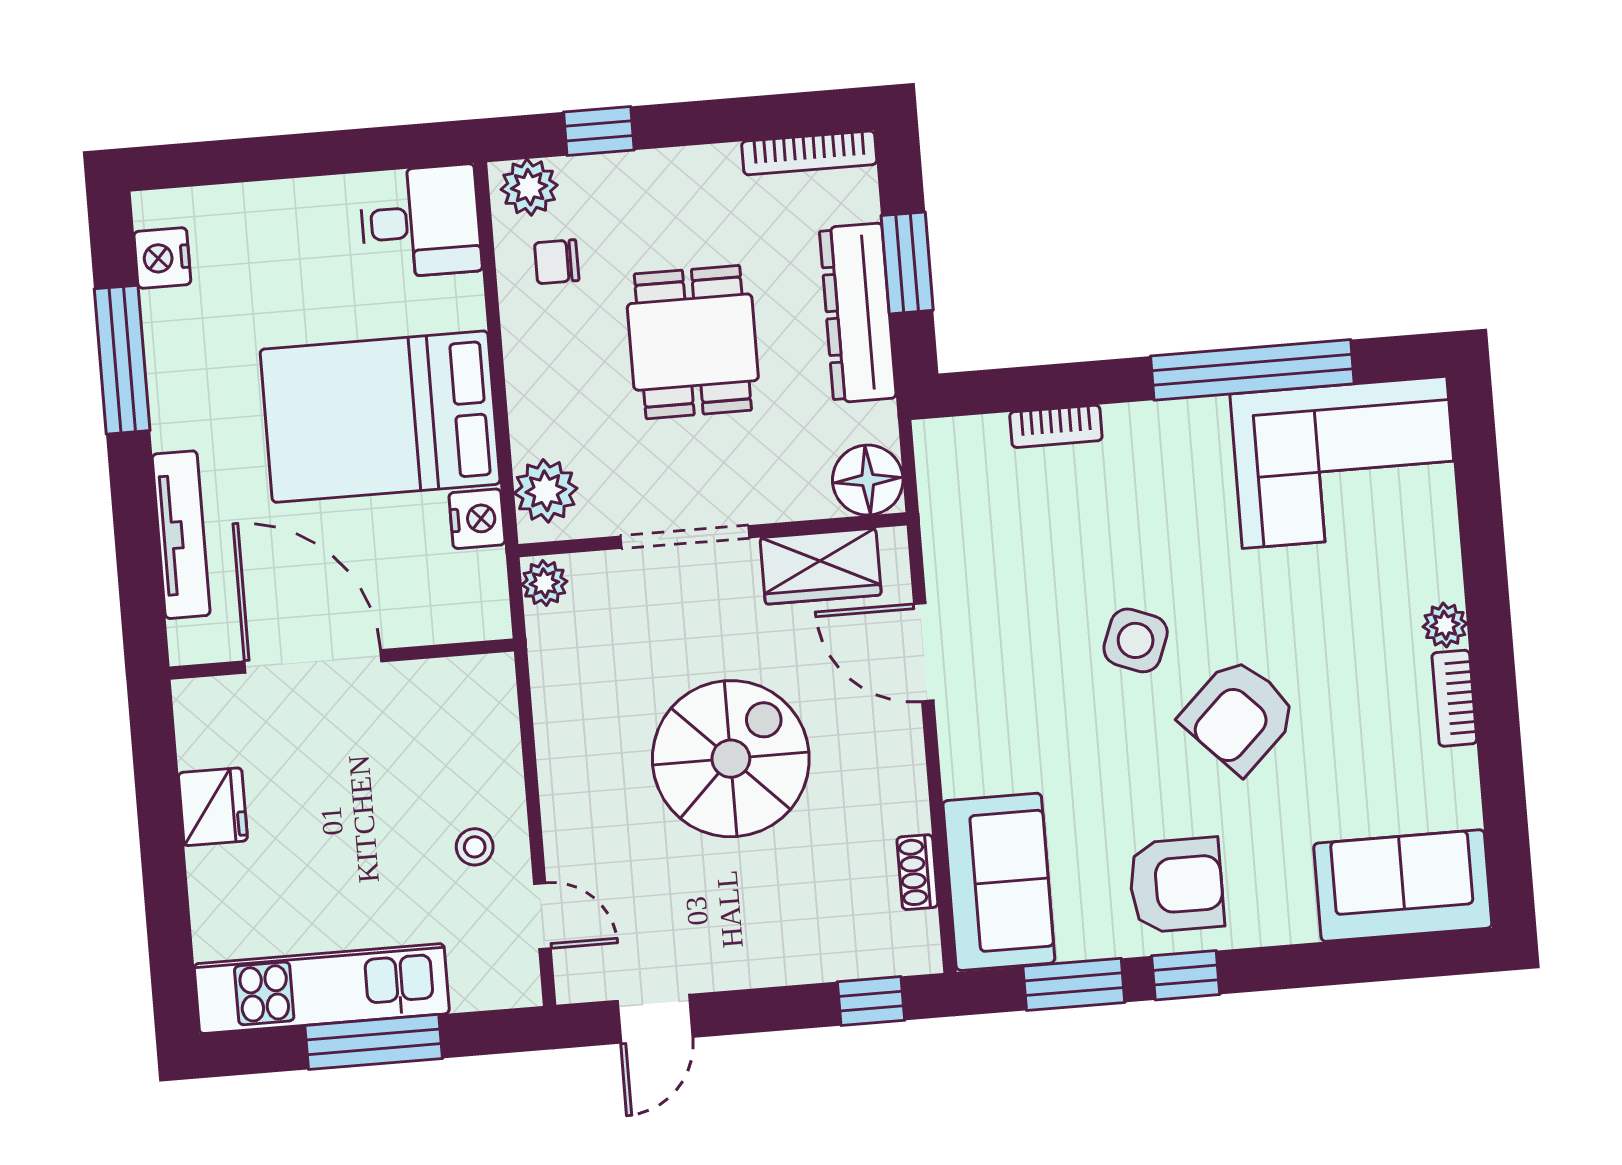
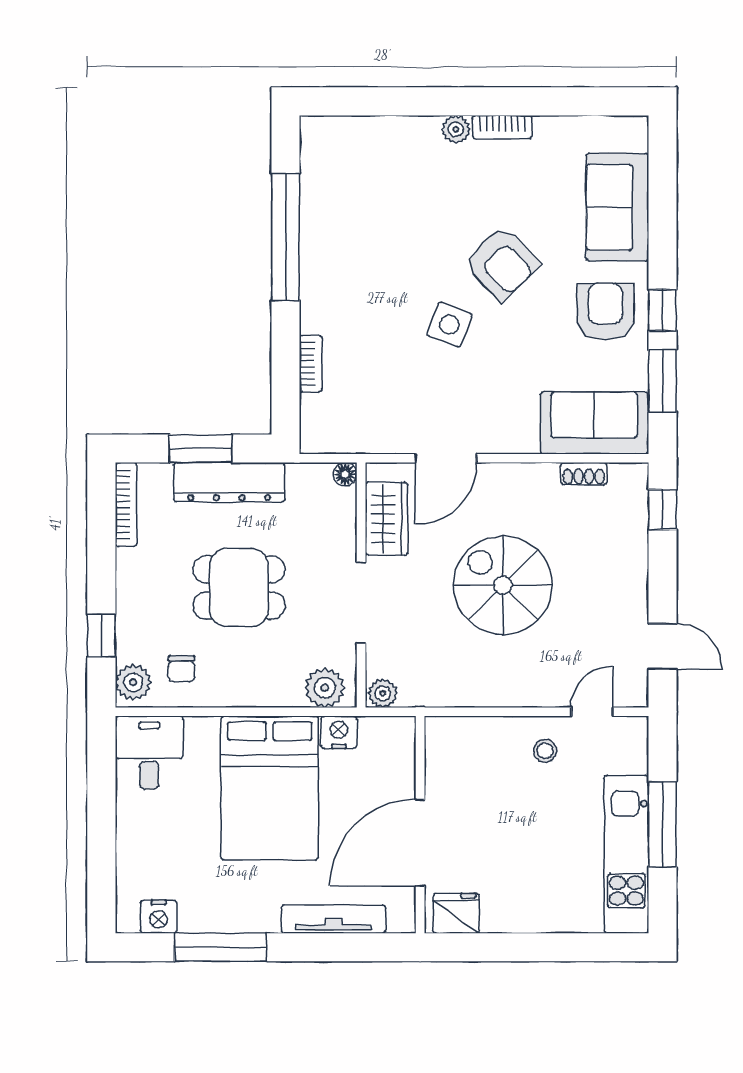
corner sofa: (1345, 462) -> (348, 184), removed
floor lamp: (868, 480) -> (345, 474), width x0.53, depth x0.53
fridge: (213, 807) -> (456, 913), moved
sofa: (1403, 886) -> (617, 207), moved

